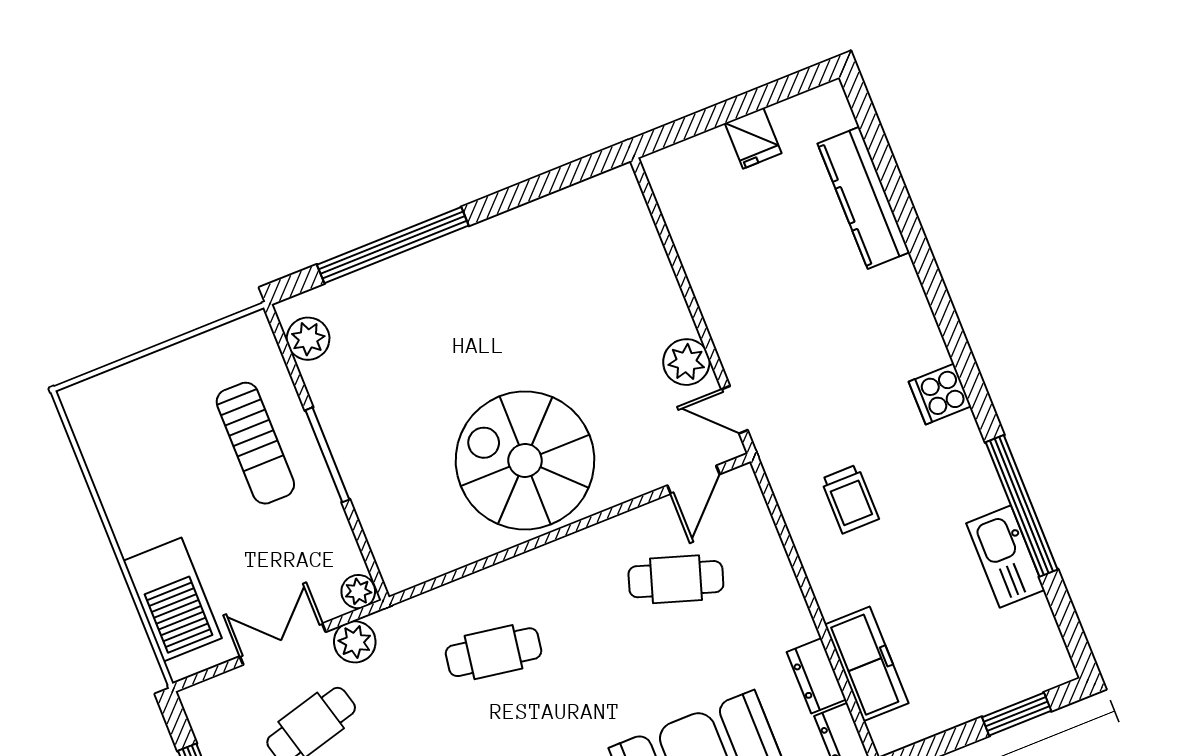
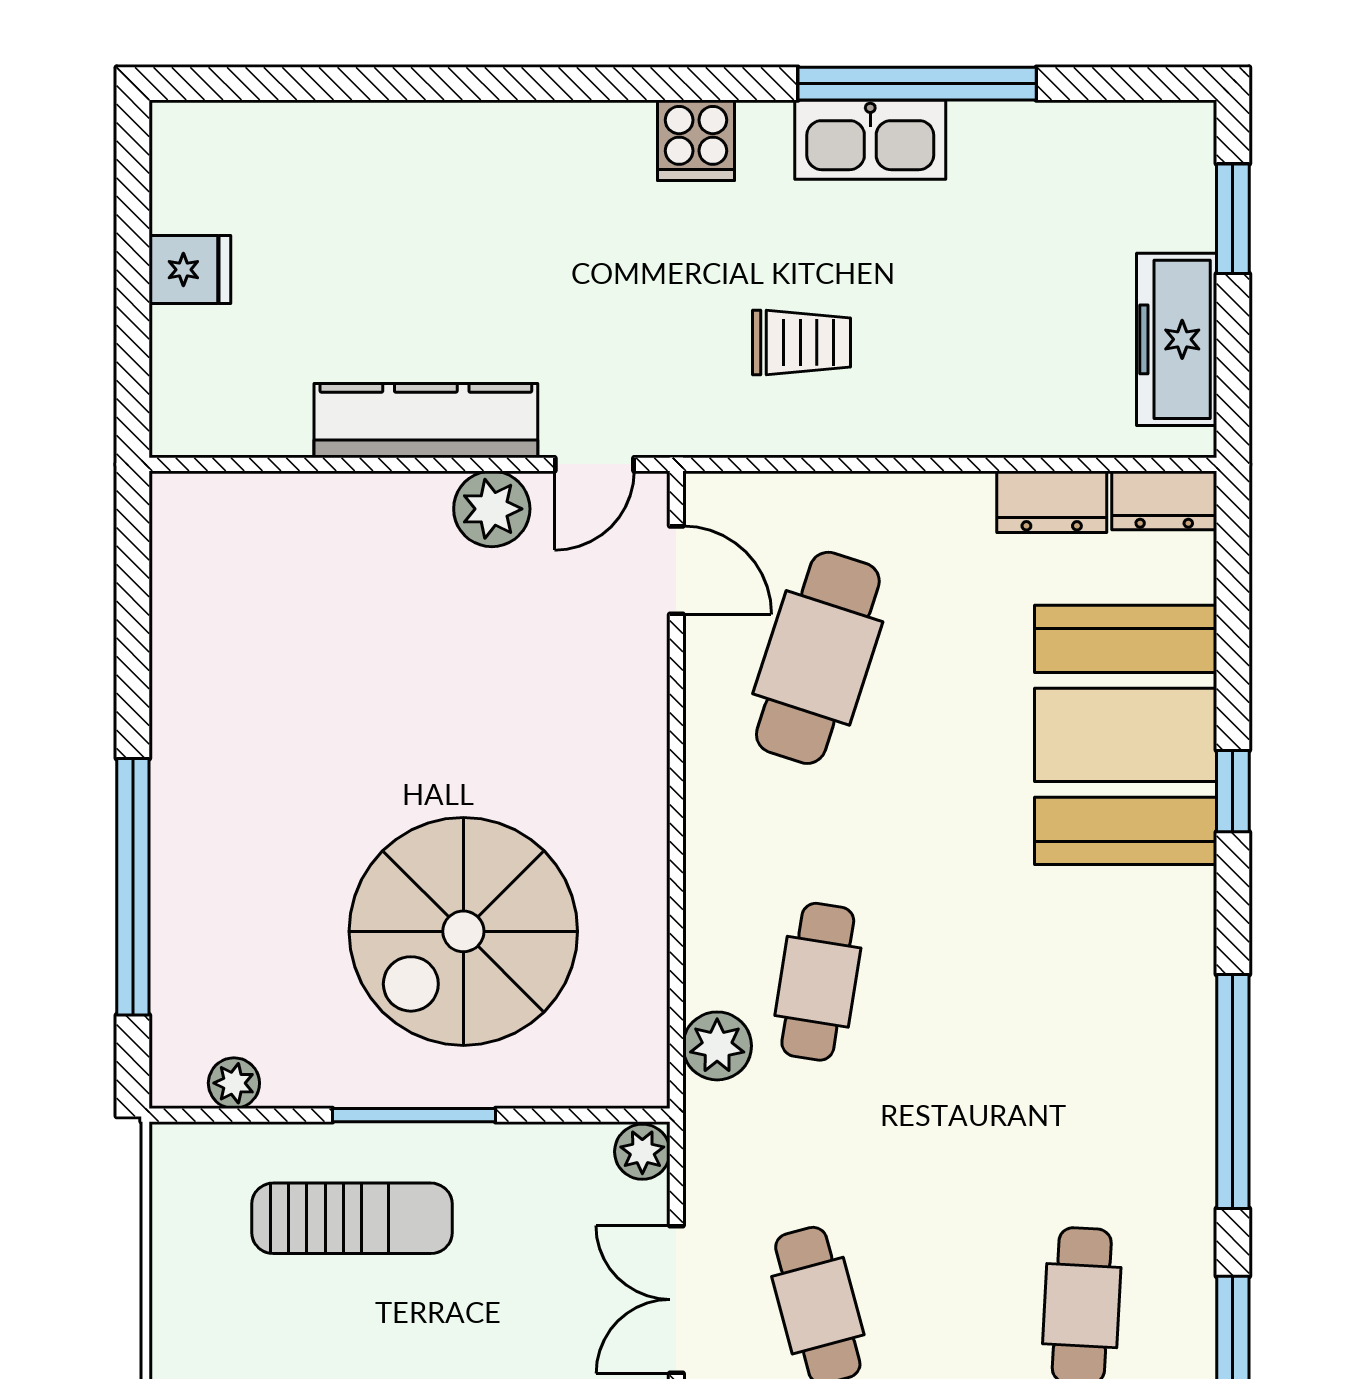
kitchen counter: (864, 198) -> (426, 421), moved, turned 180
plant: (308, 339) -> (234, 1083), width x0.73, depth x0.73
spiral stairs: (525, 460) -> (463, 931), moved
kitchen sink: (1005, 557) -> (870, 140), moved
cafe table: (676, 579) -> (818, 658), width x1.37, depth x1.35
plant: (355, 642) -> (717, 1046), moved
freezer: (867, 664) -> (1177, 339), moved, turned -90

